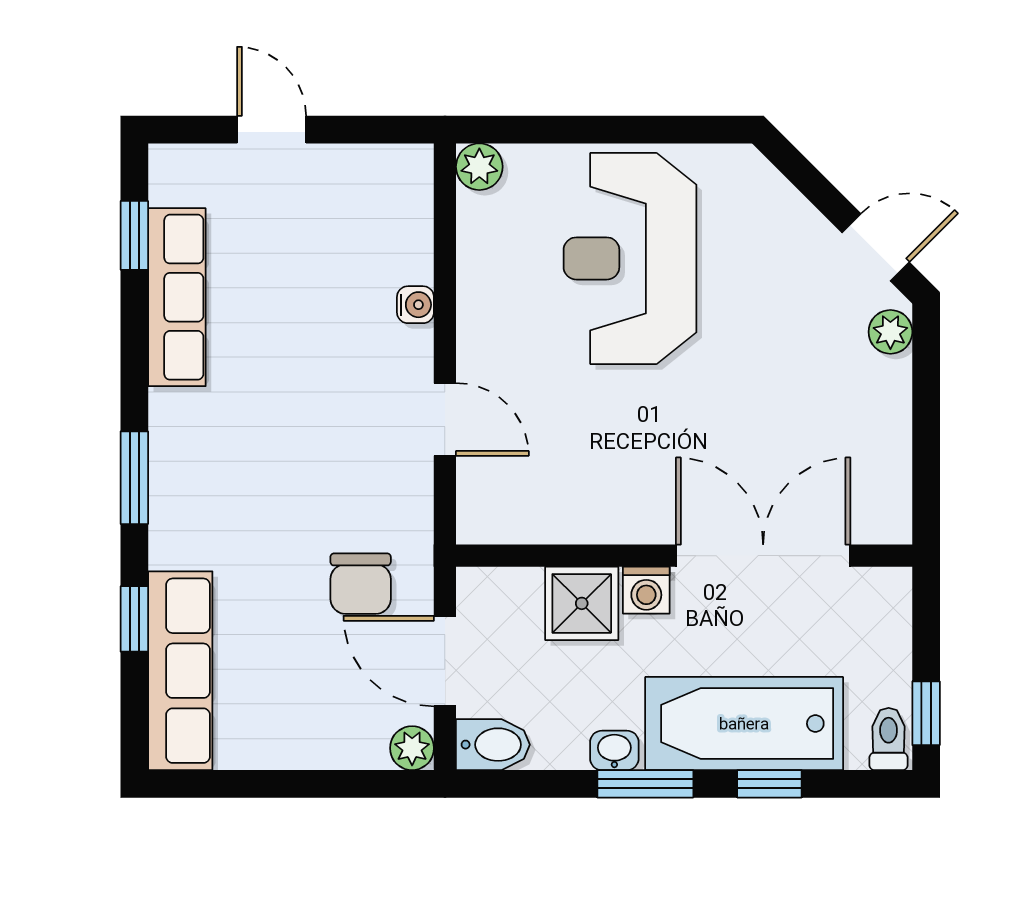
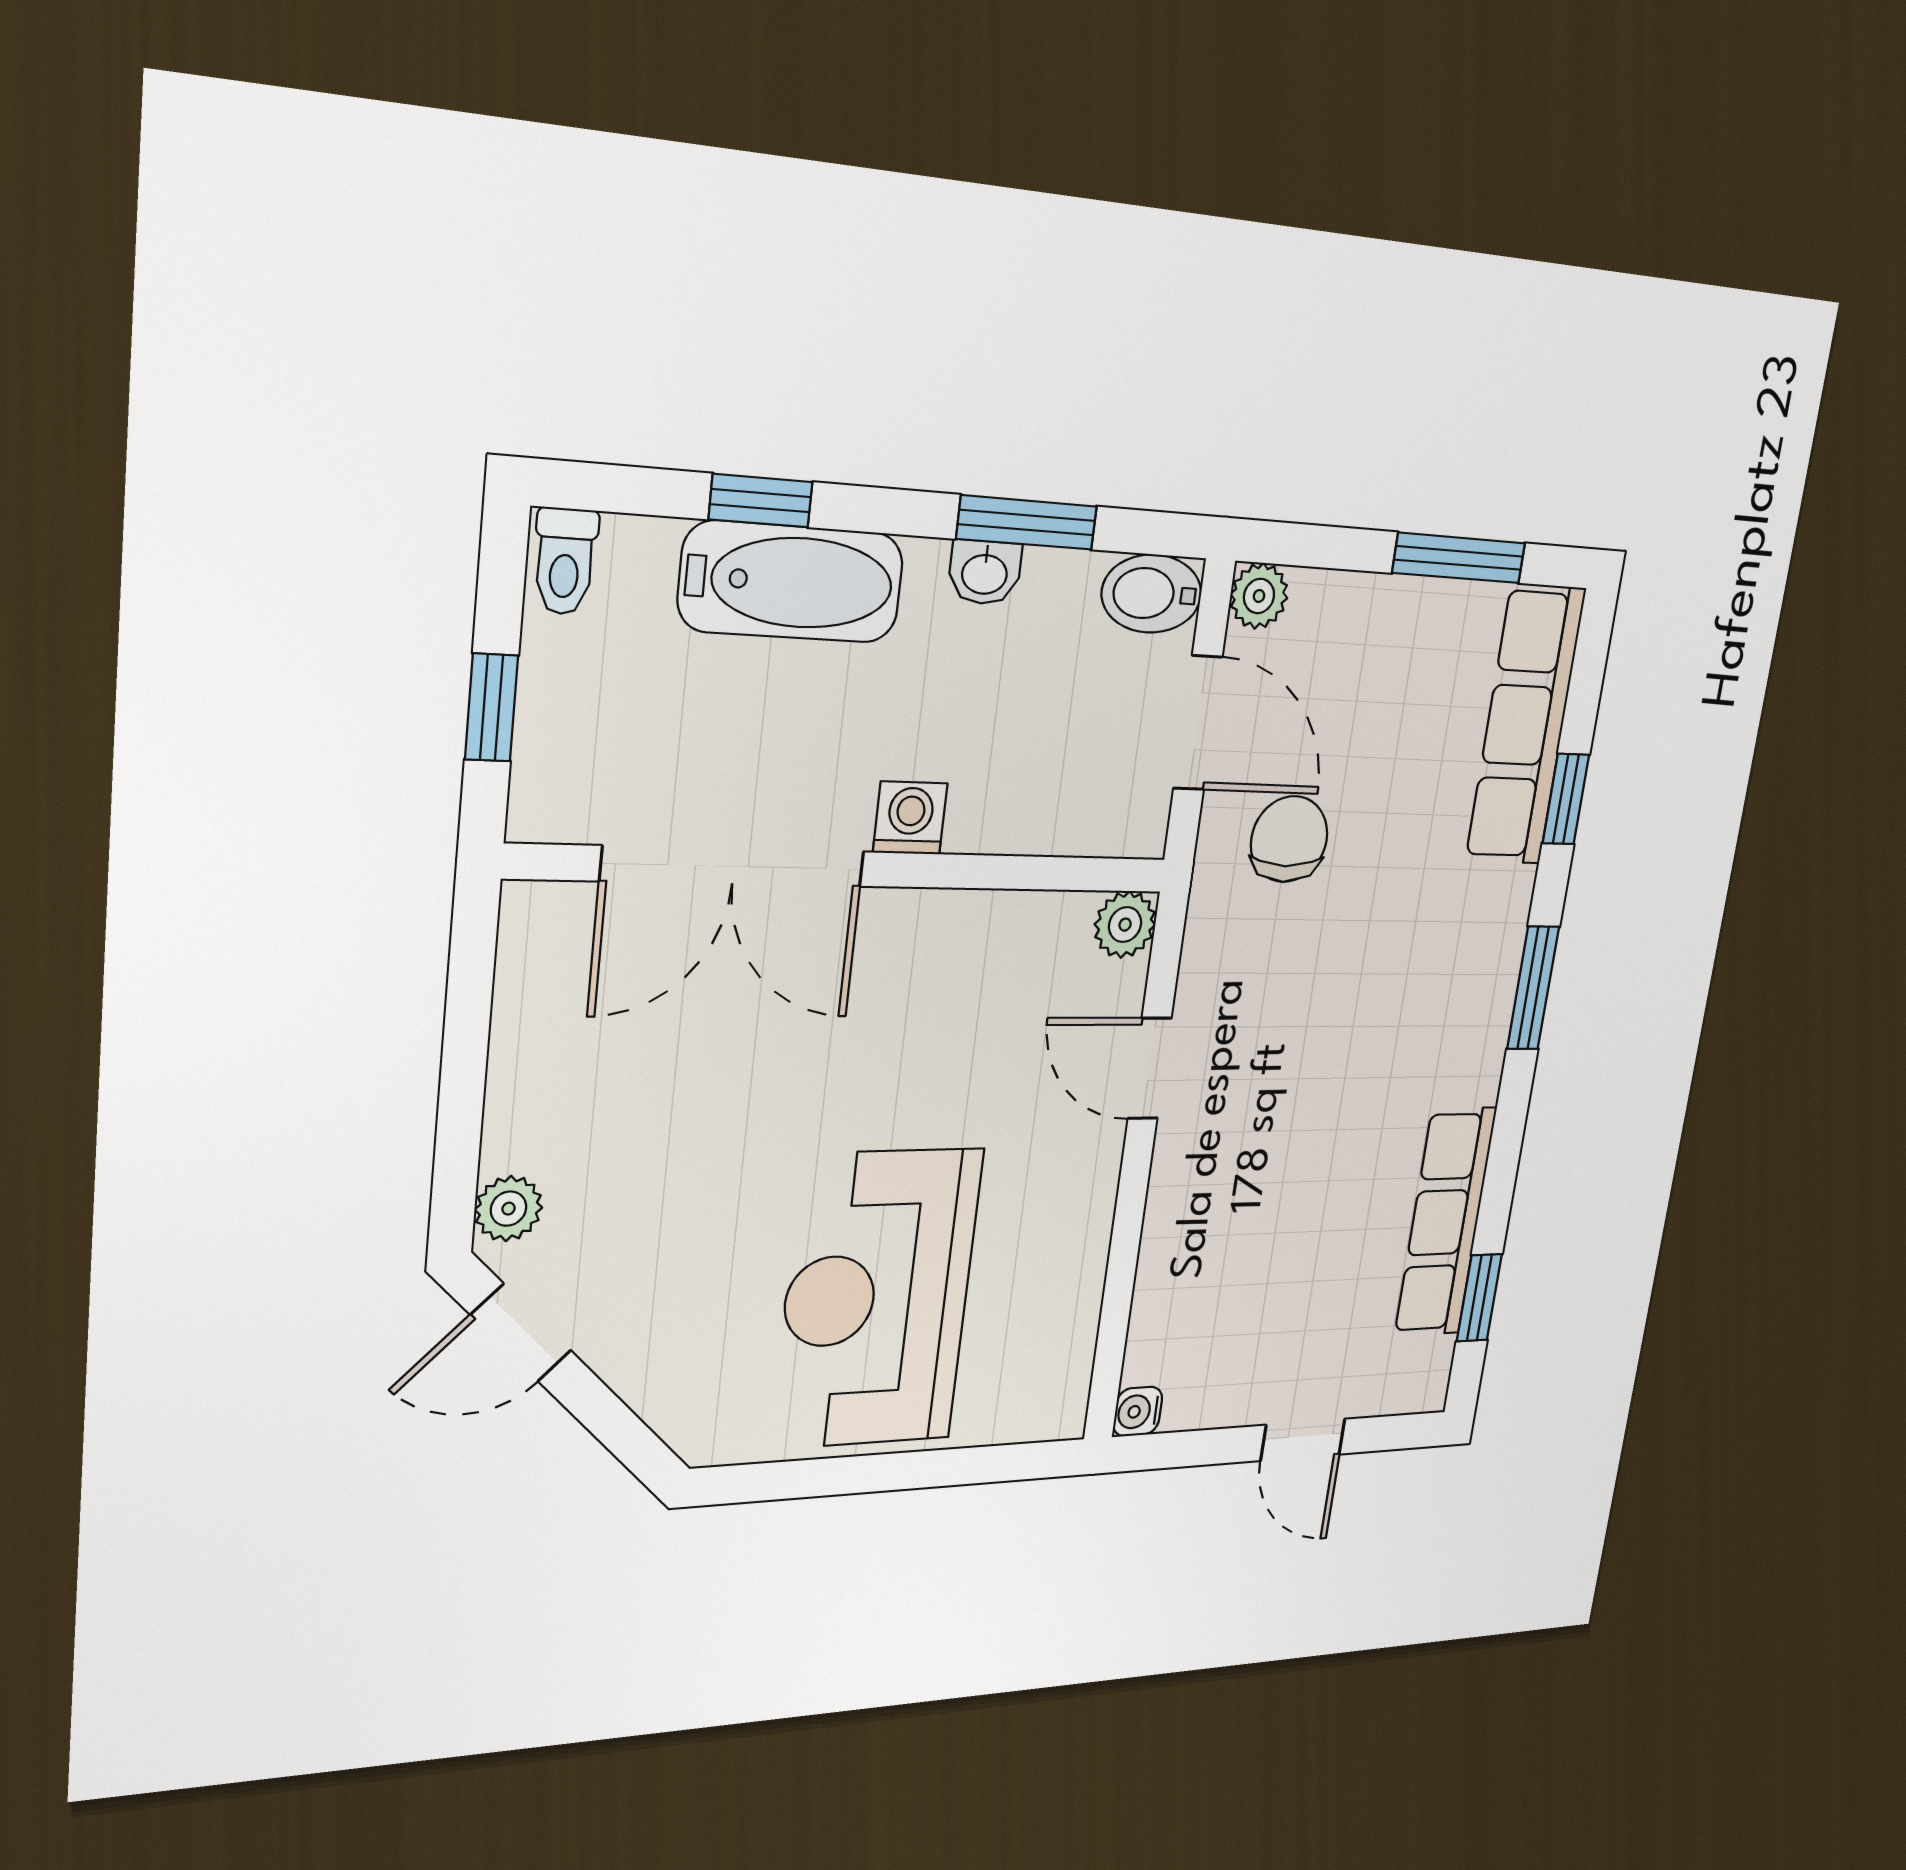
plant: (479, 167) -> (1125, 925), moved
reception desk: (630, 258) -> (877, 1299), turned 180
water cooler: (415, 305) -> (1138, 1412), moved
shower: (582, 603) -> (1003, 801), removed
window: (926, 713) -> (491, 708), moved
bathtub: (744, 724) -> (791, 582), width x0.73, depth x0.73
window: (259, 784) -> (1459, 558), added
window: (645, 784) -> (1027, 523), moved

